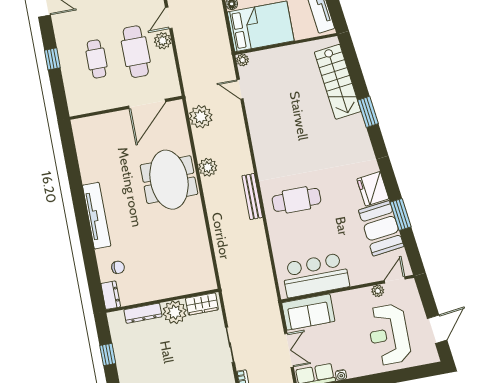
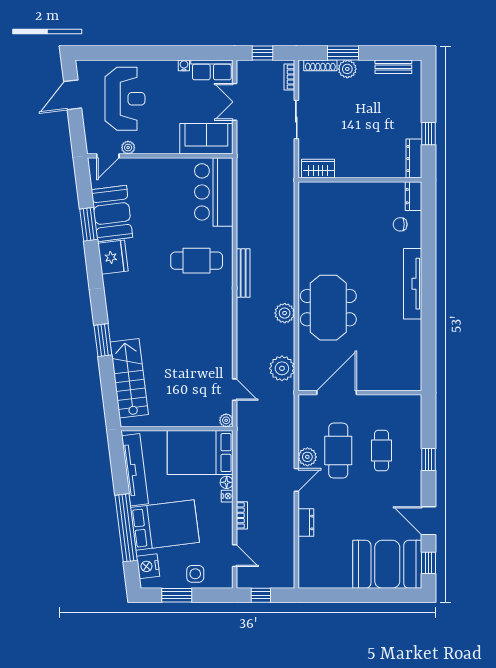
bar counter: (316, 275) -> (214, 192), moved, turned 90
plant: (175, 312) -> (349, 165), removed
dresser: (143, 313) -> (414, 159), moved, turned -90

